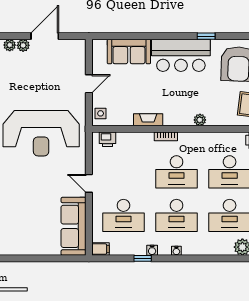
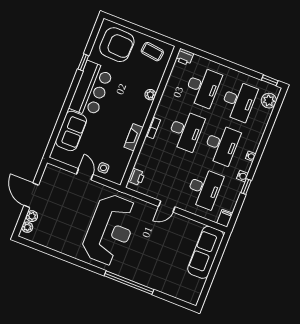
side table: (101, 113) -> (103, 168), moved
sofa: (74, 226) -> (206, 252), moved, turned 90

